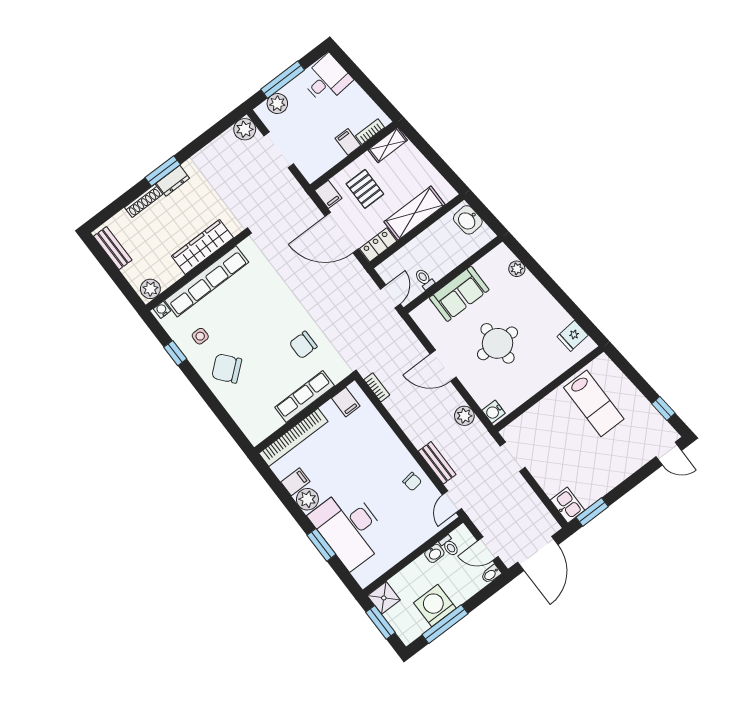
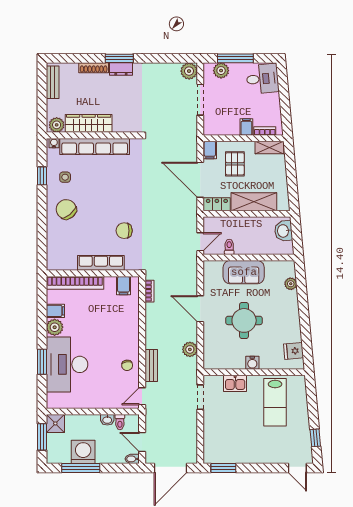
wardrobe: (202, 247) -> (89, 123), moved
water cooler: (494, 412) -> (252, 363), moved, turned -90
kitchen sink: (568, 505) -> (235, 383), moved, turned 90

